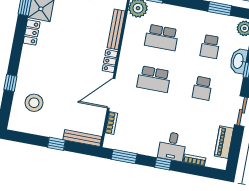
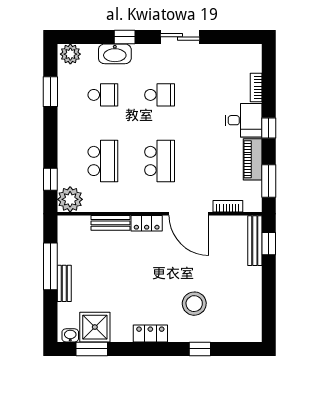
bench: (116, 29) -> (110, 223), width x0.73
locker: (32, 32) -> (150, 333), moved
stool: (34, 103) -> (194, 304), moved
piano: (224, 142) -> (253, 159), moved, turned 90
window: (56, 144) -> (269, 244), moved

